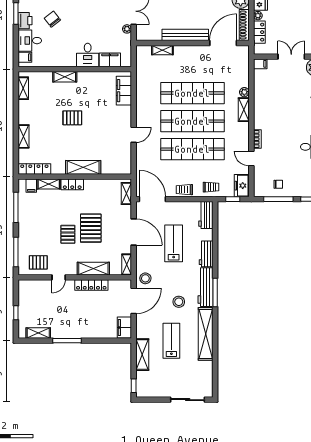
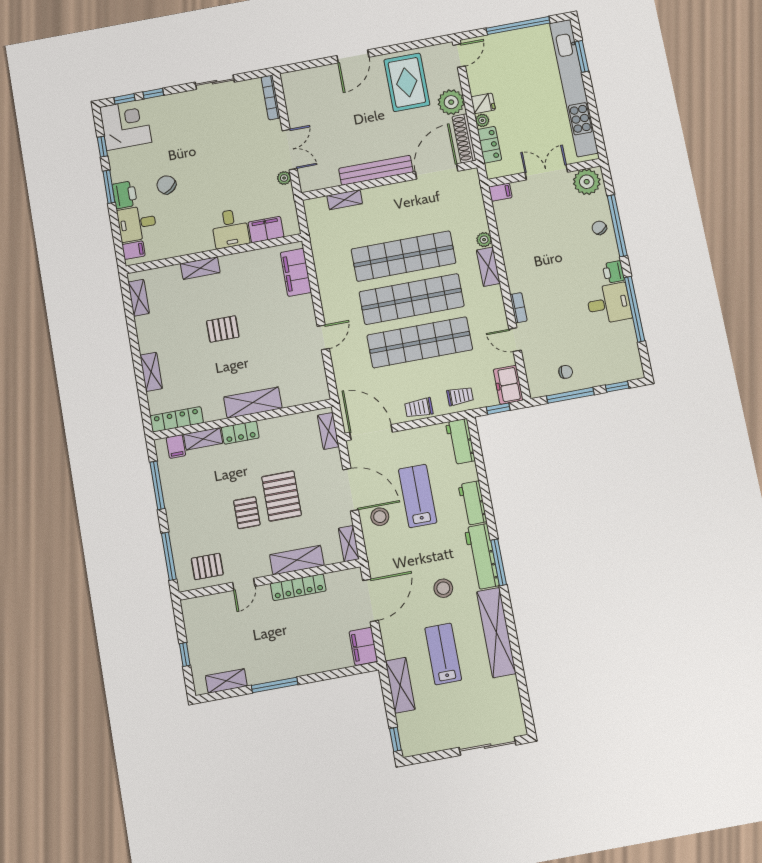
stool: (145, 278) -> (380, 517), moved

